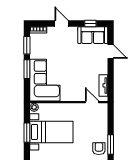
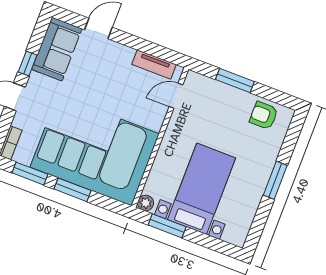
window: (90, 24) -> (28, 64), moved
corner sofa: (45, 80) -> (95, 150), width x1.36, depth x1.36
window: (27, 133) -> (167, 226), moved
window: (111, 144) -> (235, 81), moved

